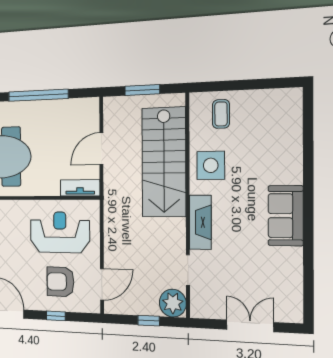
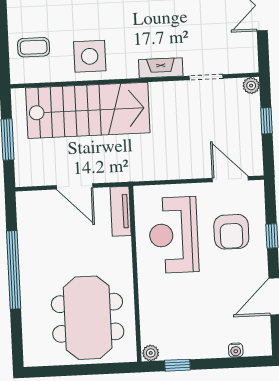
fireplace: (200, 222) -> (161, 68), width x0.73, depth x0.76
plant: (173, 303) -> (251, 86), width x0.53, depth x0.53

